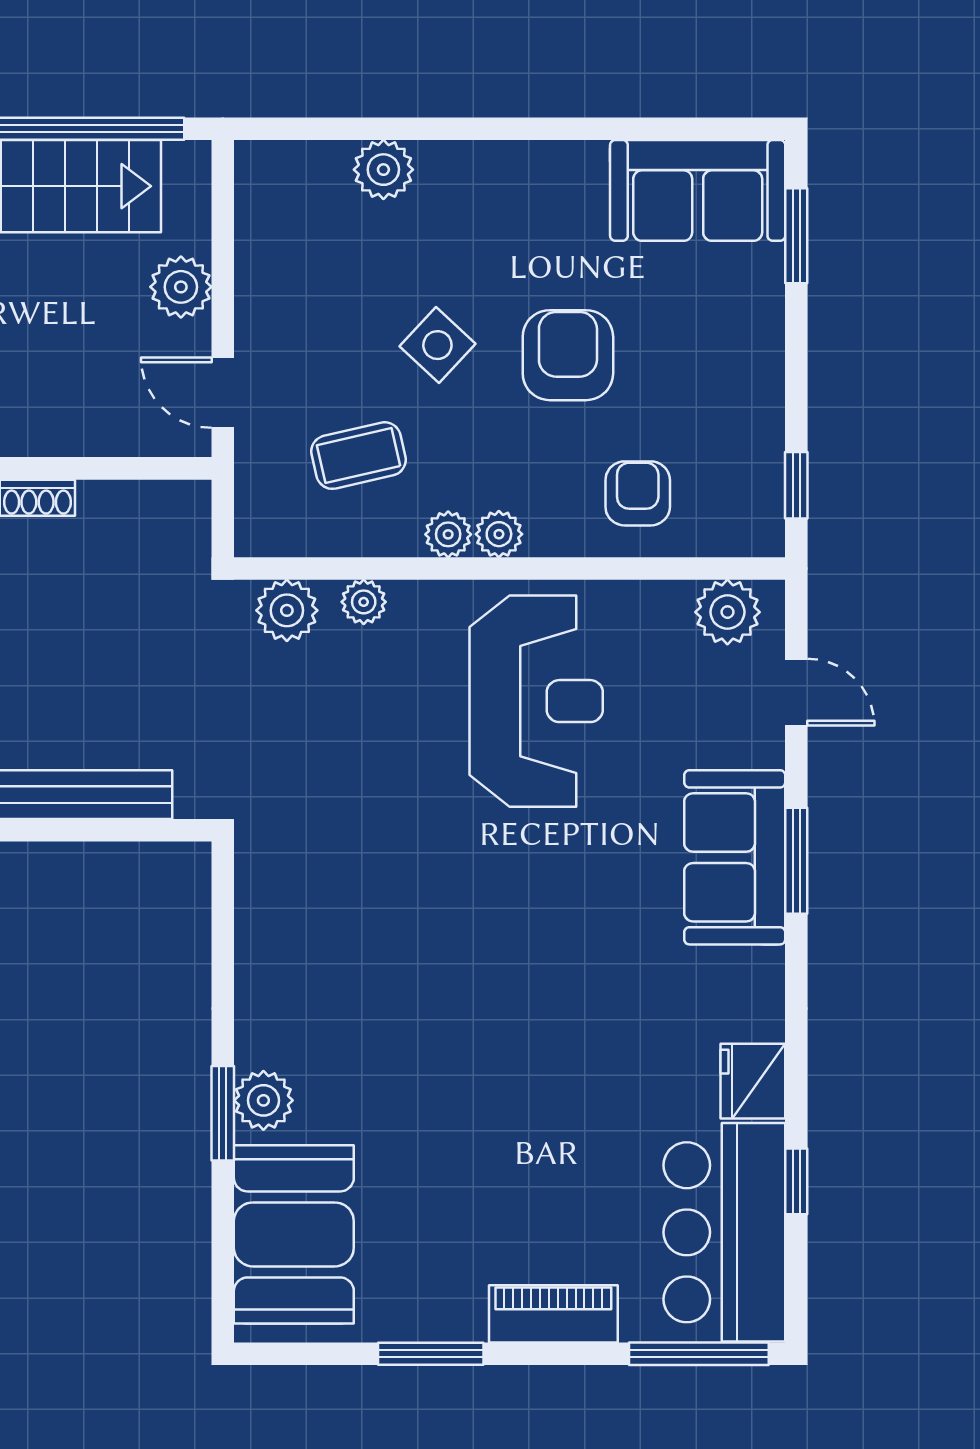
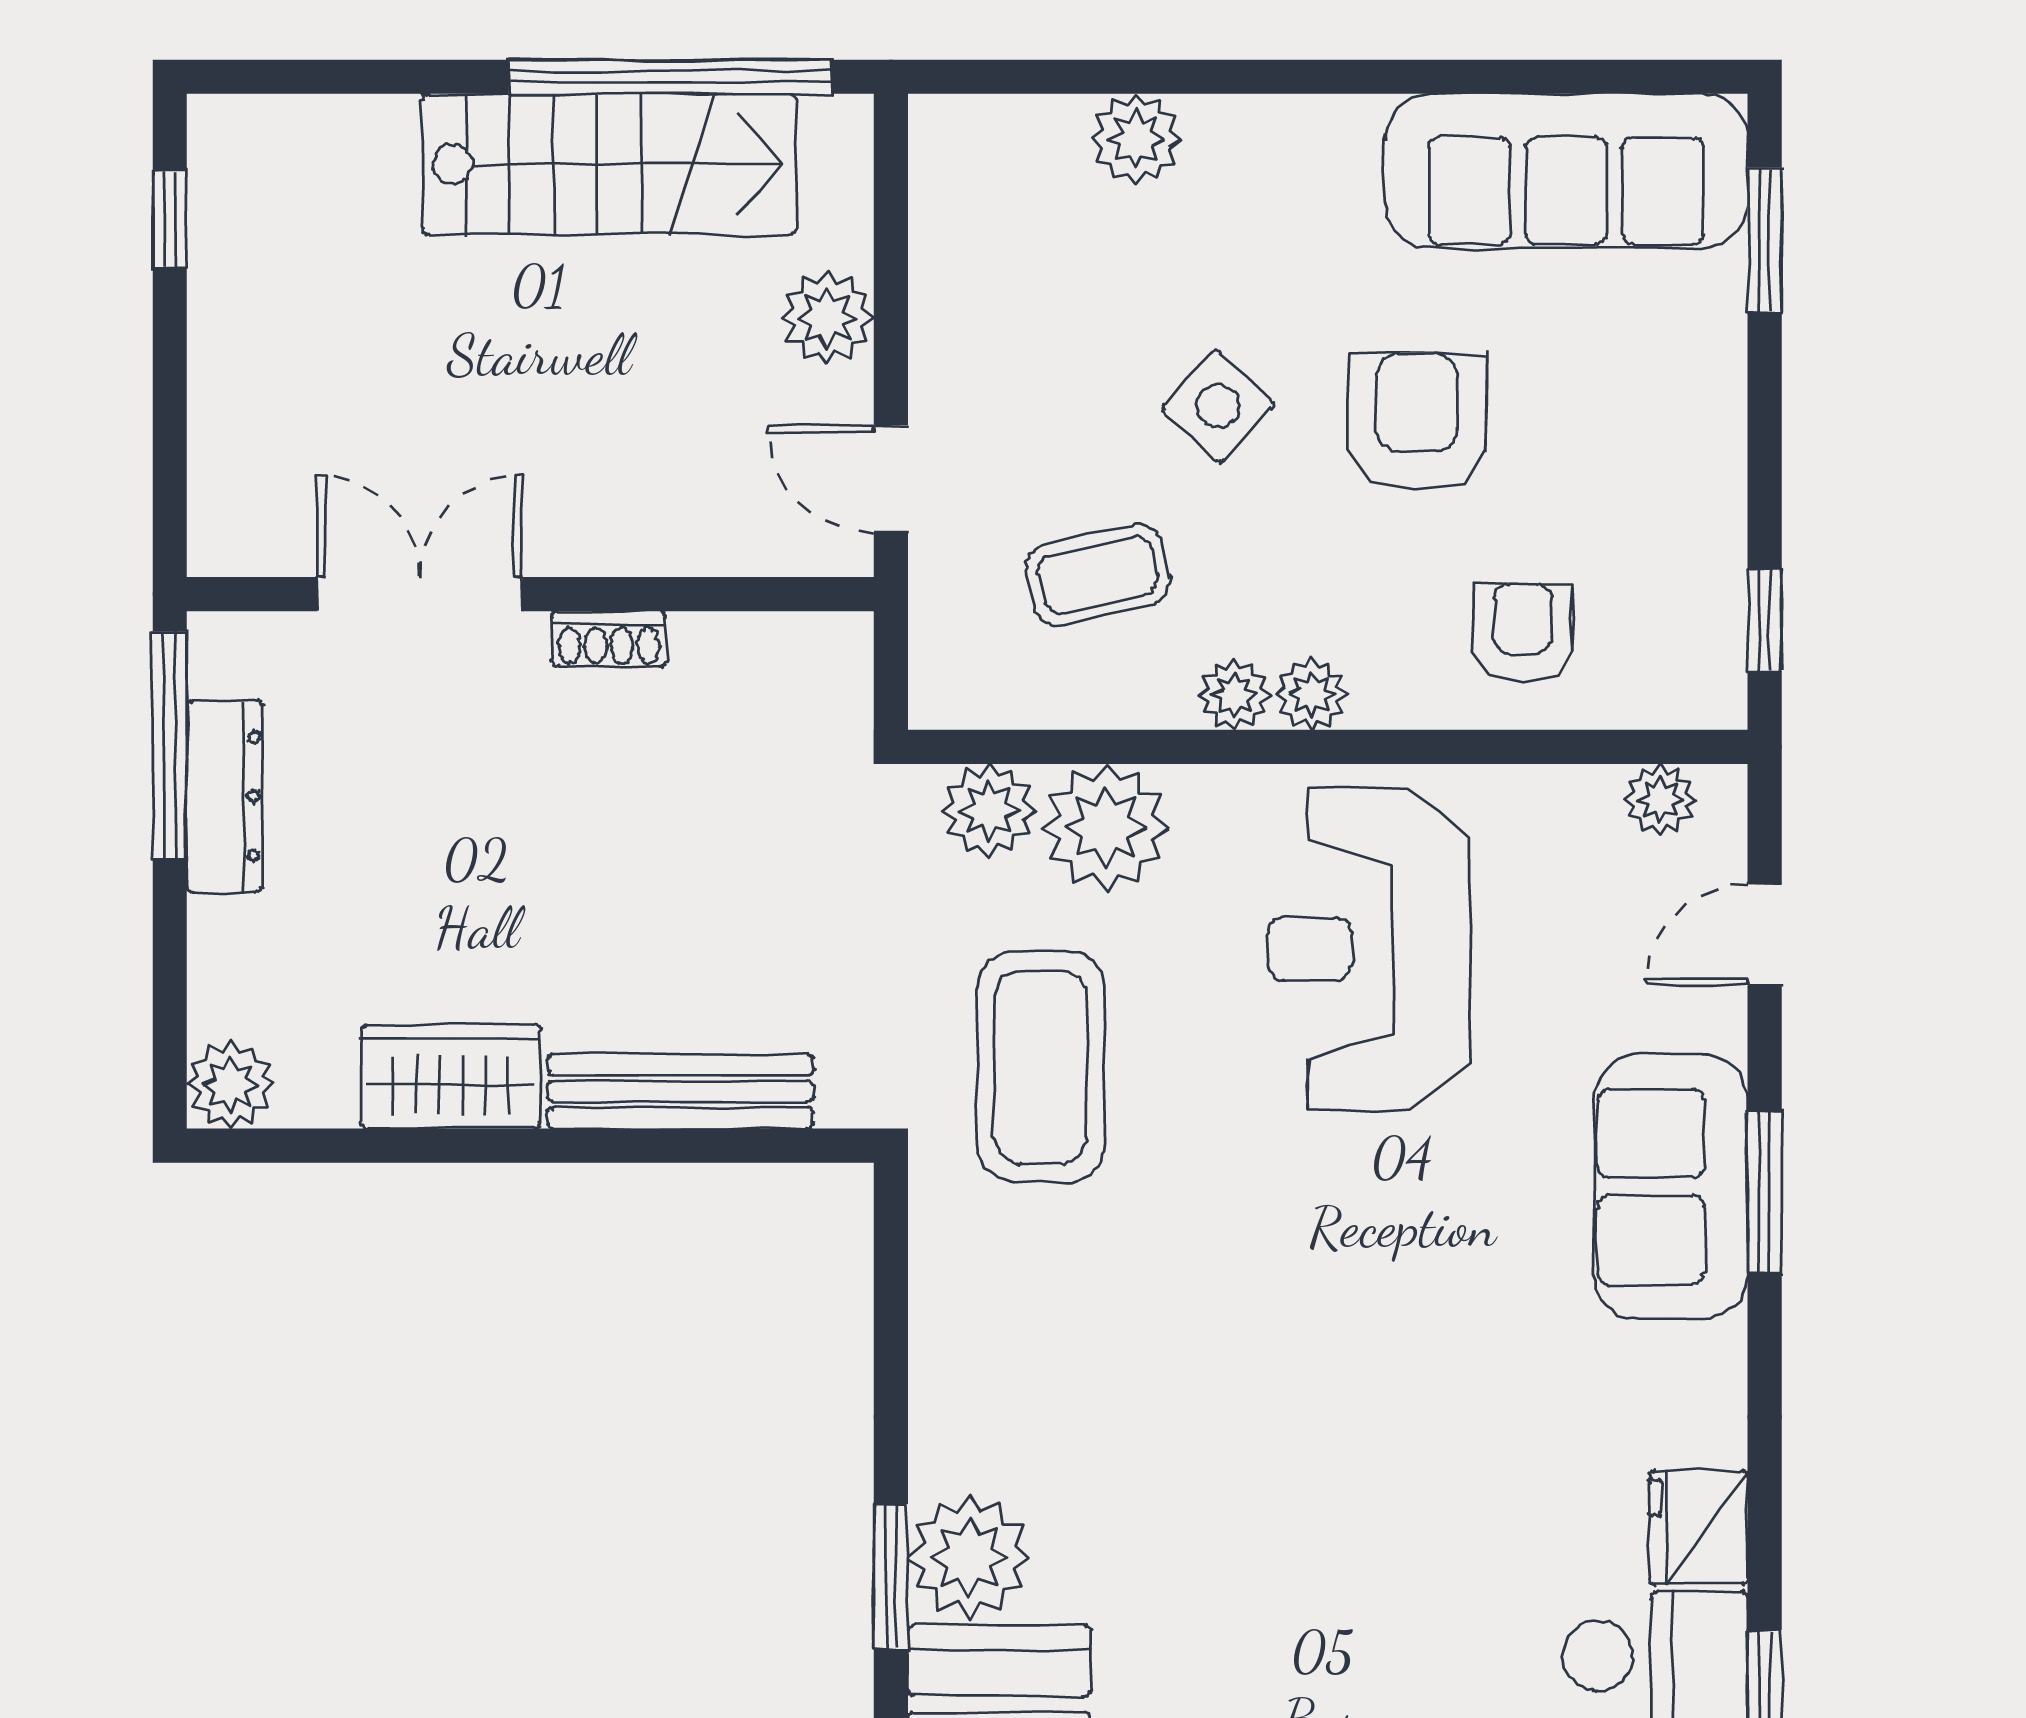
sofa: (698, 190) -> (1566, 171), width x1.36
plant: (364, 602) -> (1105, 827), width x1.88, depth x1.88
plant: (727, 612) -> (1660, 800), width x0.73, depth x0.73
door: (796, 692) -> (1765, 935), swing flipped
reception desk: (536, 701) -> (1368, 949), turned 180
coffee table: (321, 778) -> (1041, 1067), added
plant: (263, 1100) -> (969, 1557), width x1.36, depth x1.36

